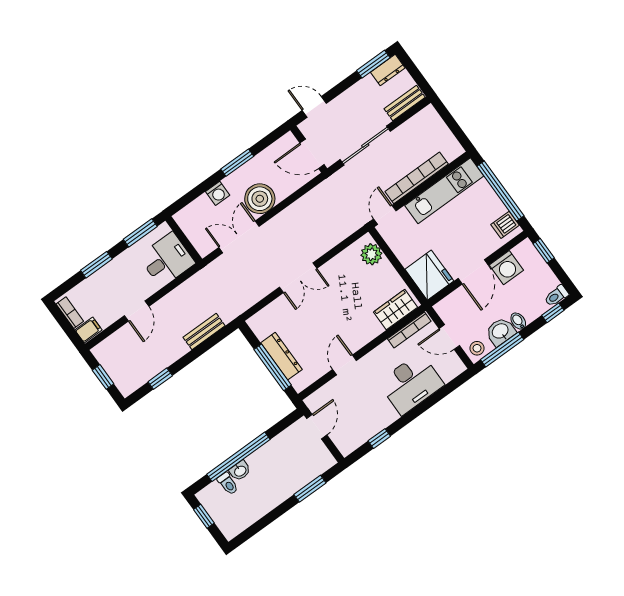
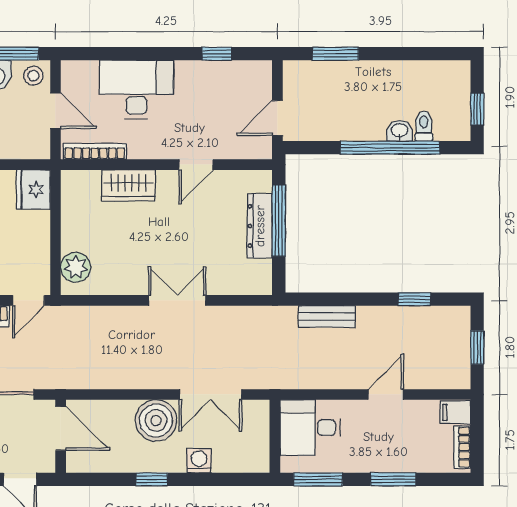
window: (237, 163) -> (152, 479), width x0.67
fridge: (429, 275) -> (33, 190), width x0.73, depth x0.75
wardrobe: (395, 310) -> (128, 185), moved

